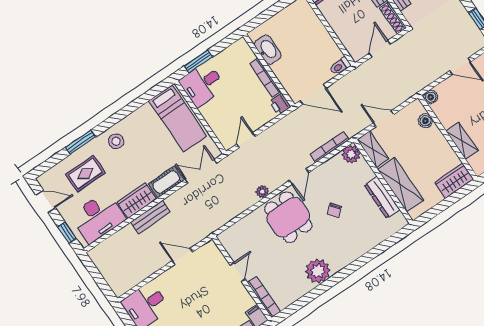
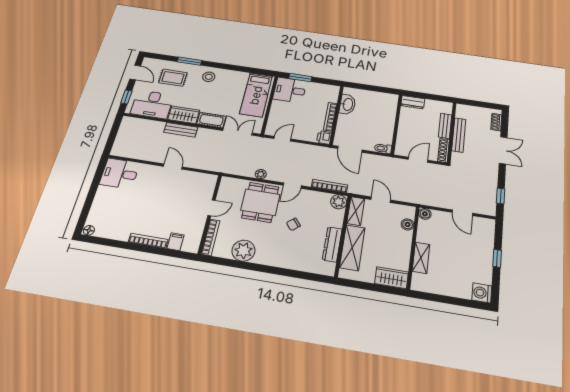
door: (238, 272) -> (211, 208), moved
wall: (242, 278) -> (210, 214), moved
bookcase: (264, 297) -> (211, 237), moved

